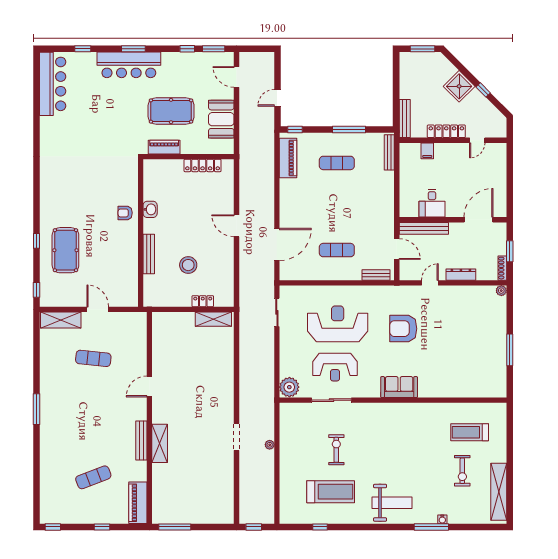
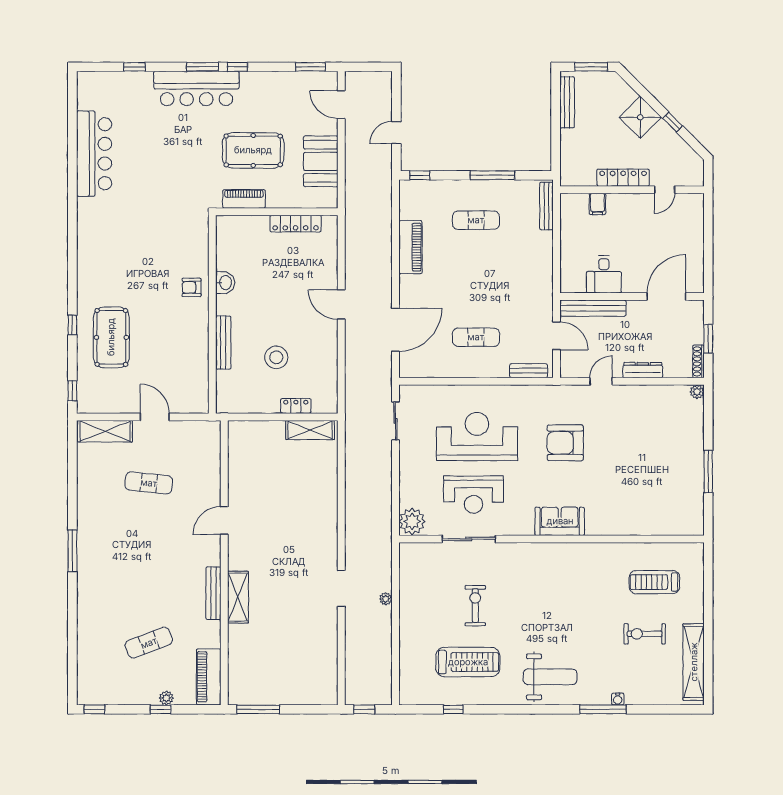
window: (187, 49) -> (237, 67), moved
bar counter: (53, 84) -> (94, 154), moved
bench: (405, 119) -> (567, 102), moved
piano: (288, 158) -> (410, 247), moved
exercise bike: (462, 471) -> (645, 634), turned 90
plant: (106, 519) -> (166, 698), added

